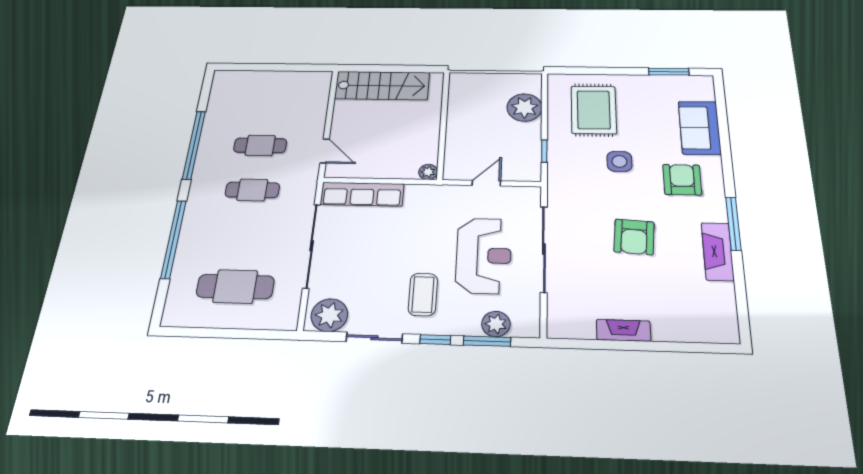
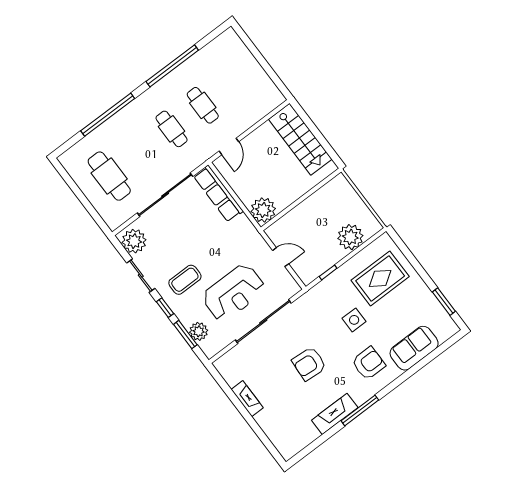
plant: (428, 172) -> (263, 210), width x1.88, depth x1.88

